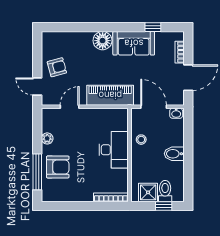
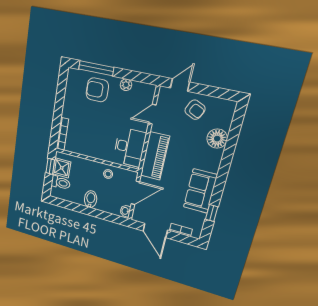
floor lamp: (103, 41) -> (217, 139), moved
armchair: (57, 67) -> (195, 110), turned -50
door: (70, 107) -> (152, 114), swing flipped
desk: (114, 150) -> (129, 147), moved, turned -90
armchair: (58, 167) -> (97, 90), turned 90
window: (164, 206) -> (50, 166), moved

